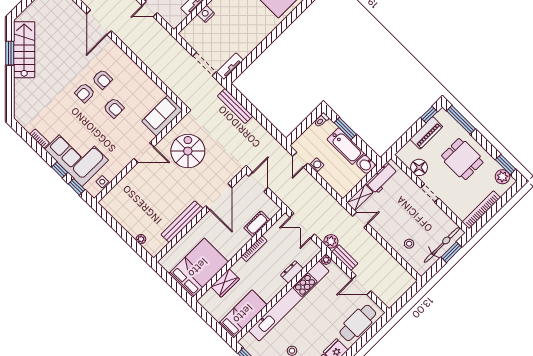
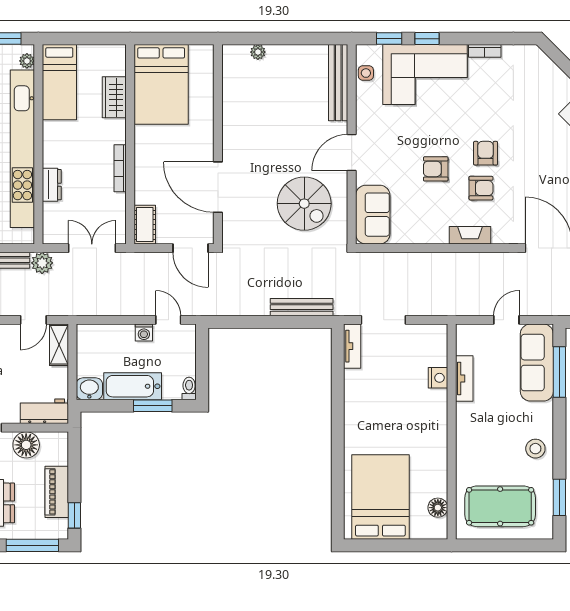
fireplace: (128, 63) -> (470, 235), added
armchair: (102, 79) -> (481, 188), turned 180
workbench: (382, 178) -> (44, 411), moved, turned 90
bench: (182, 222) -> (338, 83), moved
cot: (257, 224) -> (145, 225), moved
plant: (326, 260) -> (27, 61), moved

